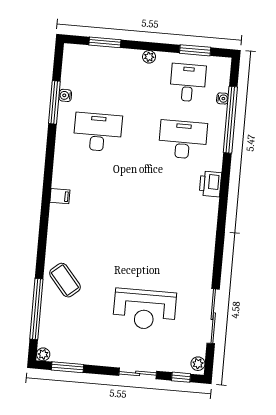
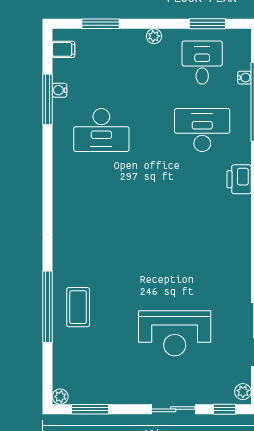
desk: (98, 132) -> (101, 130), turned 180
filing cabinet: (60, 196) -> (64, 49), moved
coffee table: (65, 280) -> (78, 307), turned 40
window: (36, 309) -> (48, 307), moved

